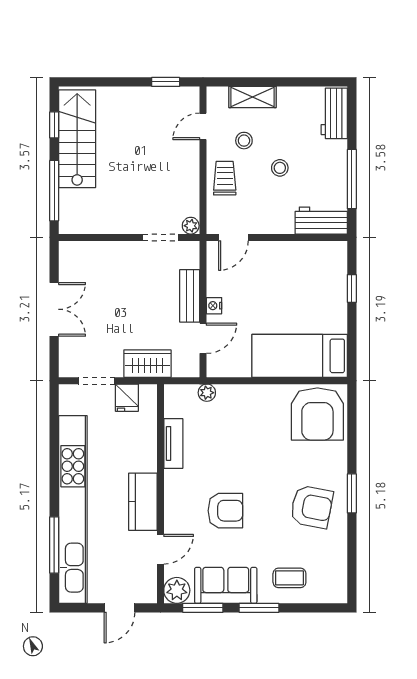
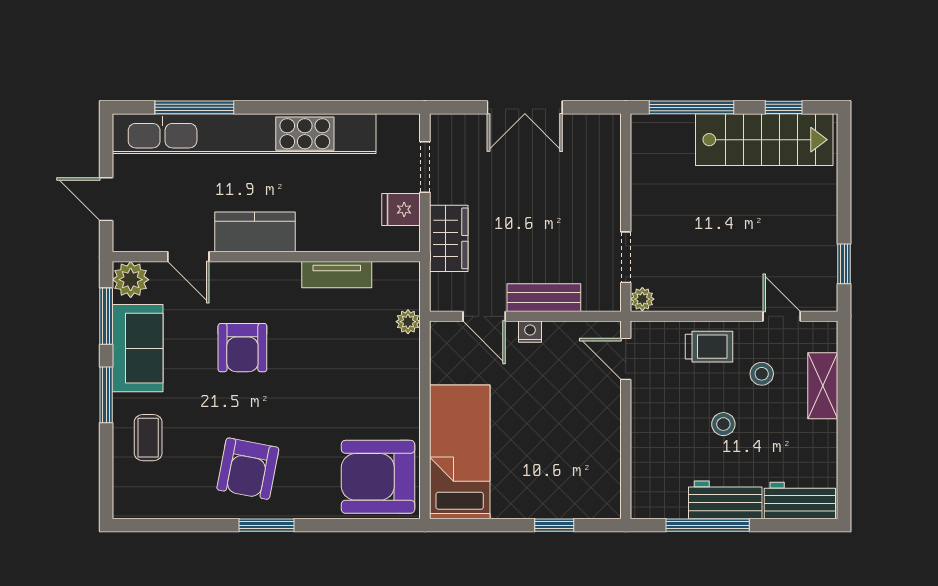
workbench: (321, 221) -> (725, 500), moved, turned -90

